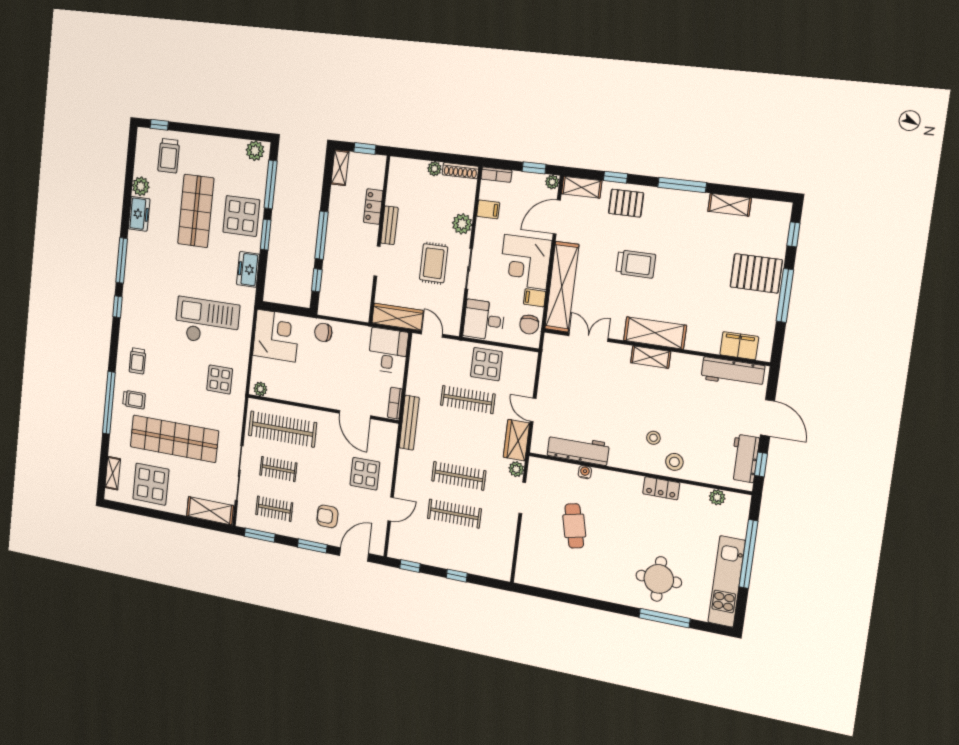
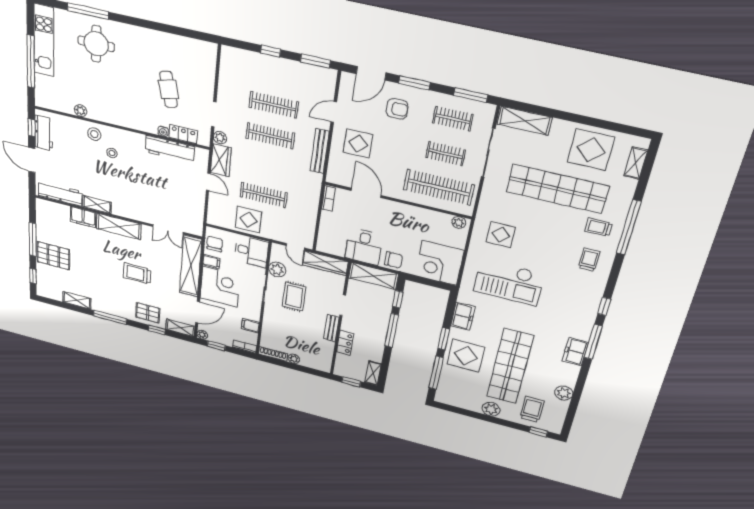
plant: (255, 151) -> (491, 409), moved
shop shelf: (196, 211) -> (510, 366), width x1.40
freezer: (139, 214) -> (575, 352), moved
plant: (462, 224) -> (277, 269), moved
shelving: (344, 308) -> (374, 276), added
filing cabinet: (739, 346) -> (83, 217), moved
desk: (388, 351) -> (364, 247), moved
shelving: (651, 357) -> (97, 205), moved
bench: (409, 423) -> (320, 151), moved
locker: (661, 488) -> (183, 134), moved
plant: (717, 497) -> (81, 111), moved
window: (410, 566) -> (315, 61), width x1.50

